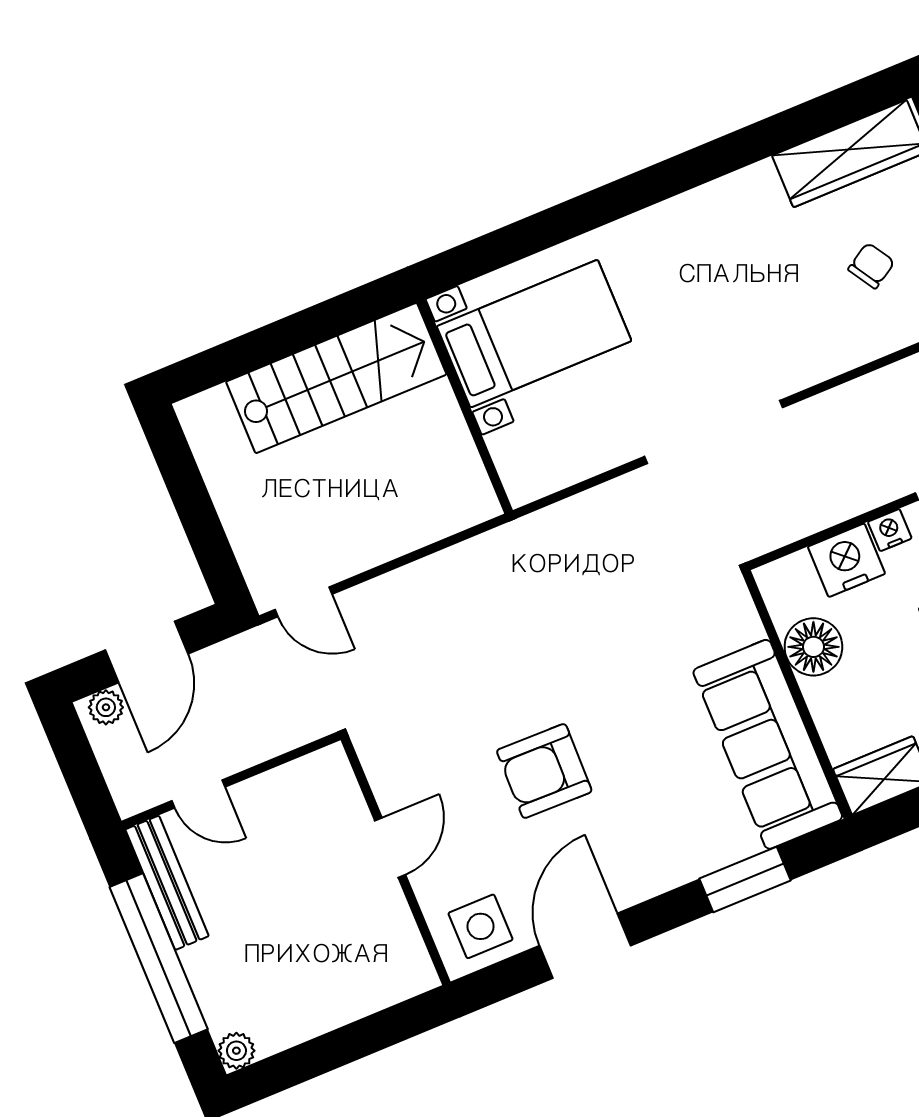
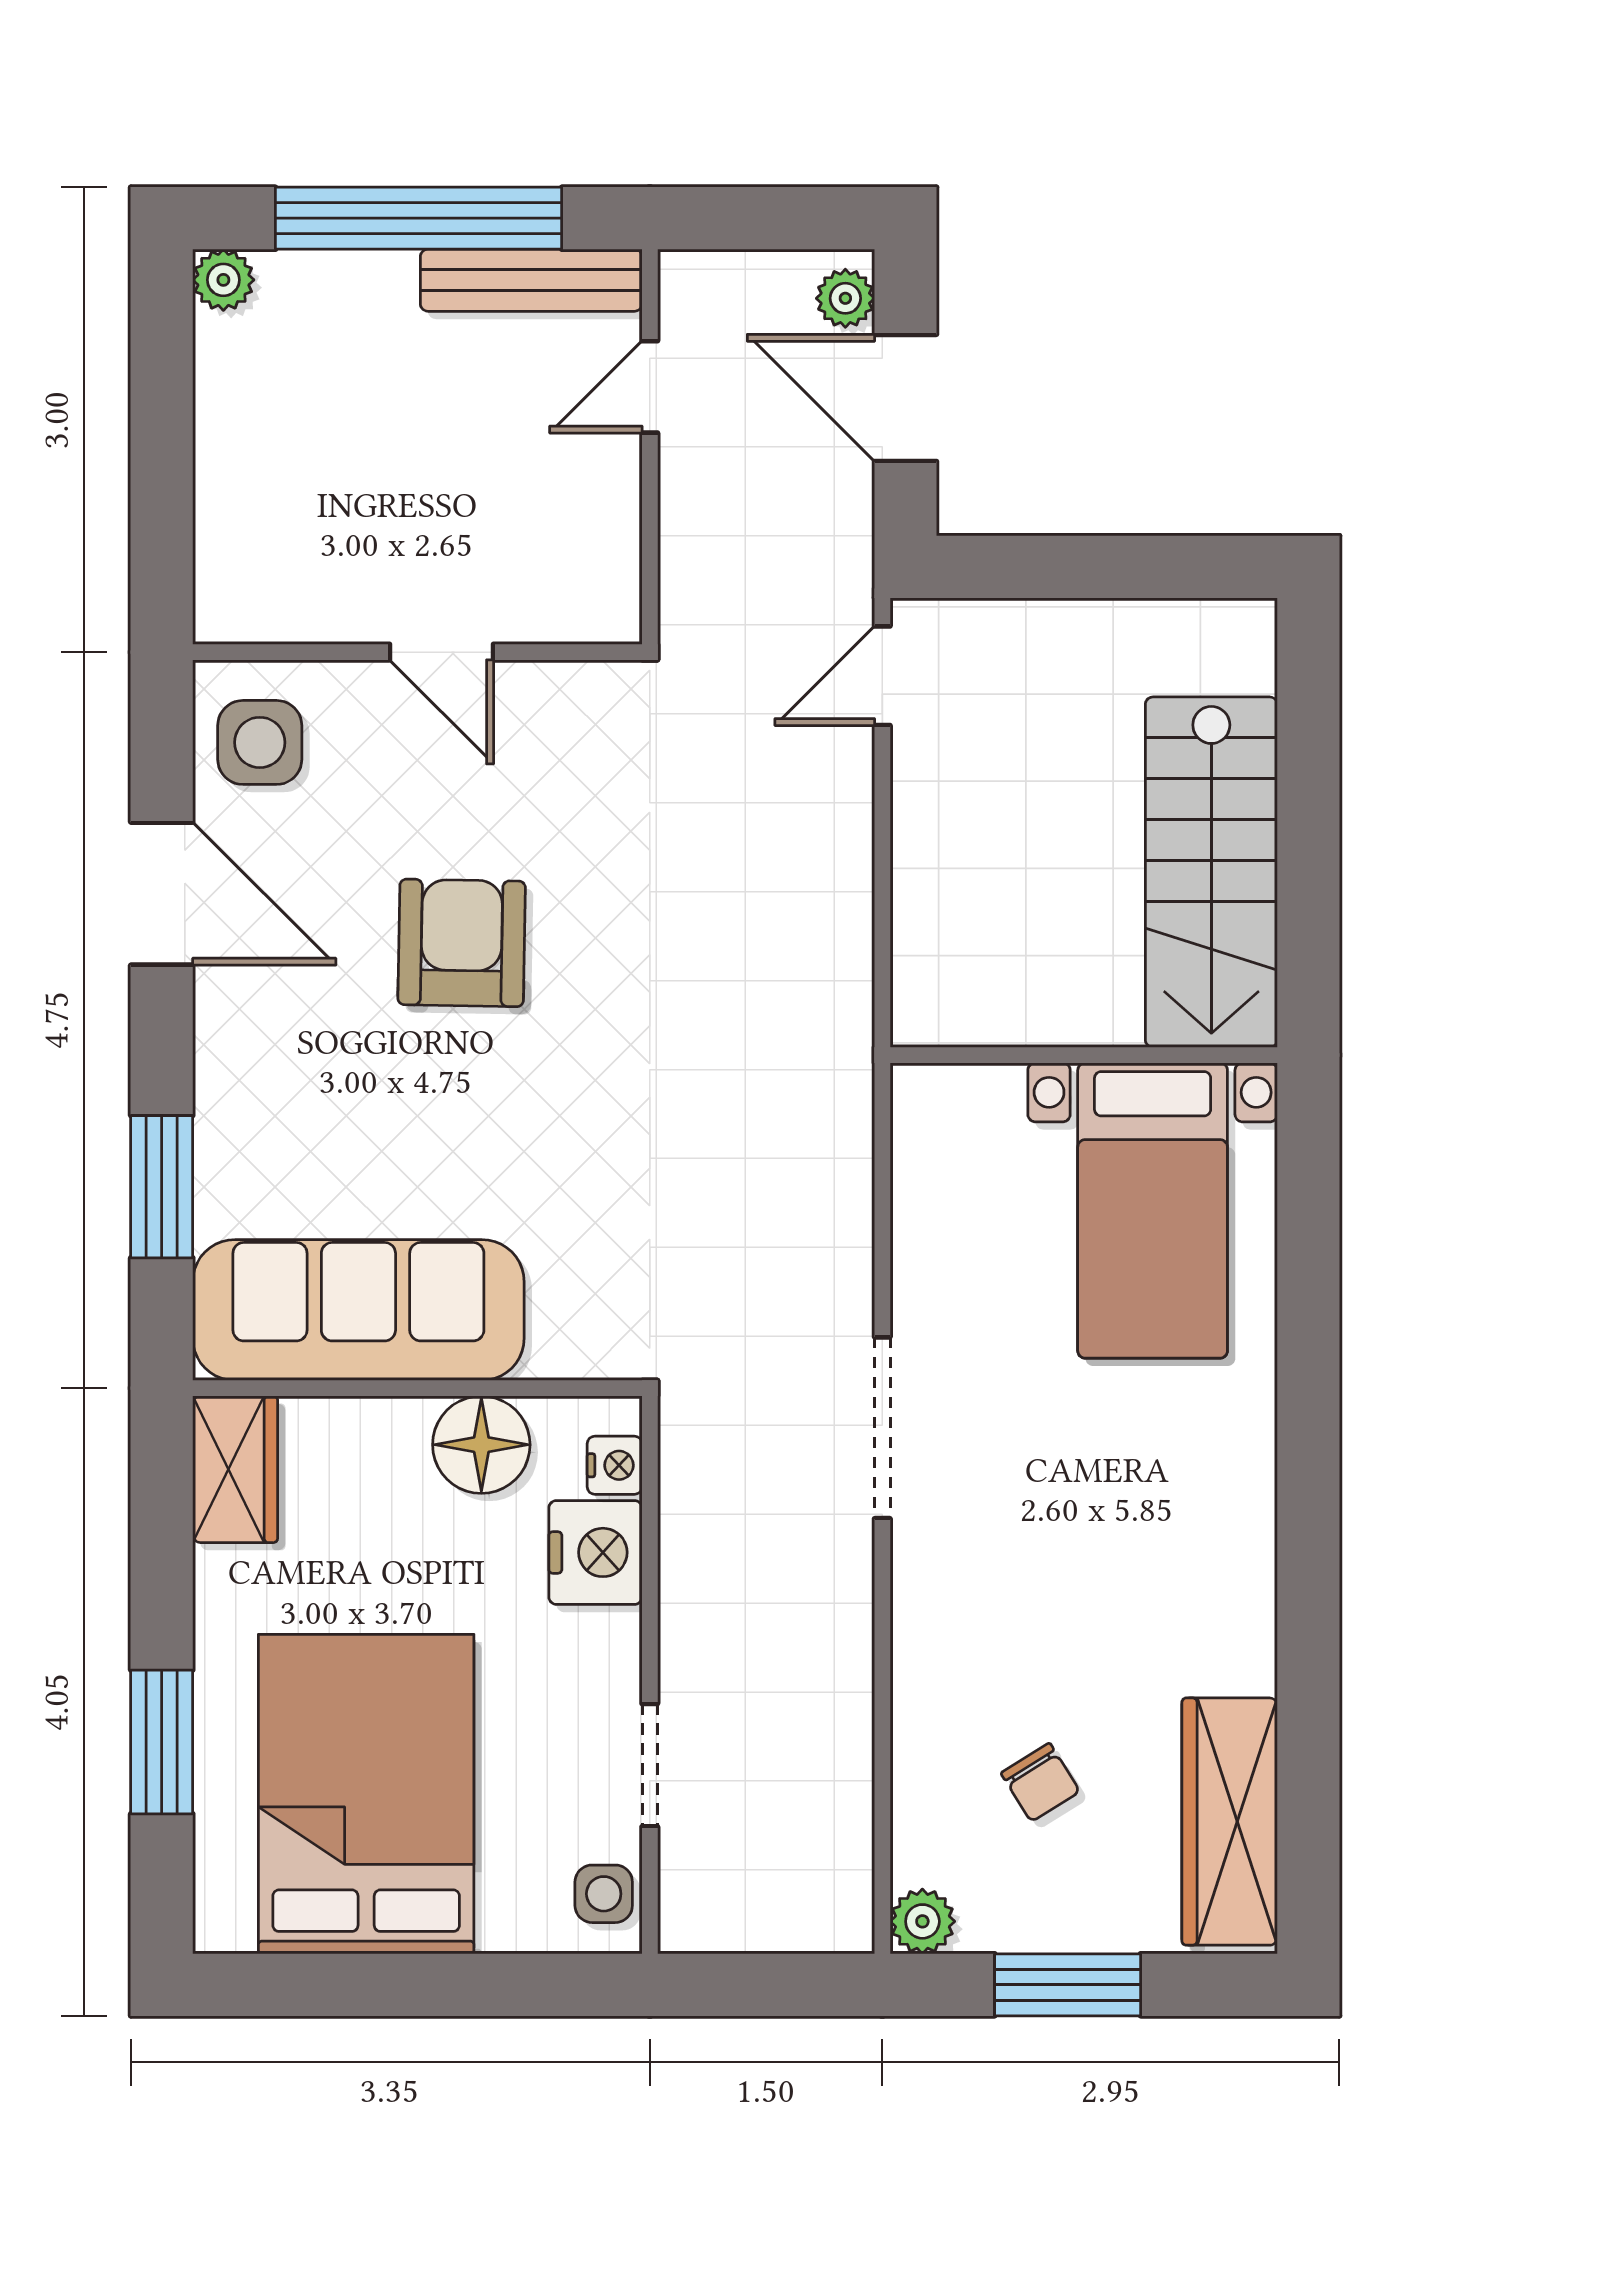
doorway: (714, 432) -> (882, 1428), width x0.73
nightstand: (890, 530) -> (615, 1465), moved

